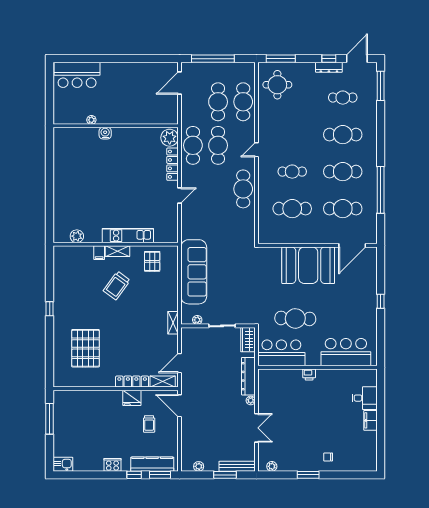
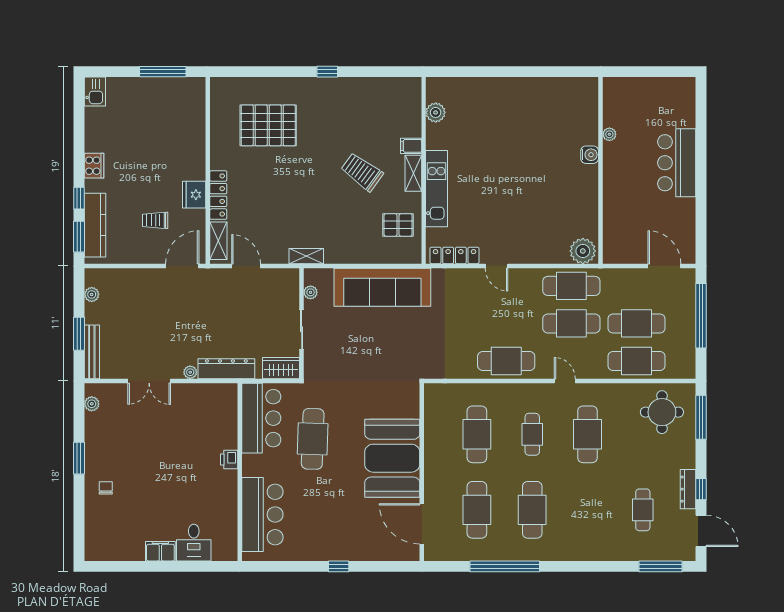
bar counter: (77, 75) -> (677, 163), moved
cafe table: (343, 135) -> (588, 434), moved
locker: (173, 164) -> (454, 255), moved

